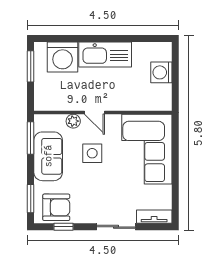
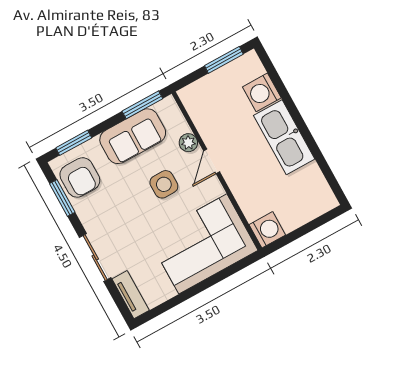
washing machine: (63, 57) -> (262, 92), width x0.73, depth x0.73
washing machine: (161, 72) -> (267, 230), moved, turned 90
window: (63, 227) -> (62, 198), width x1.50

